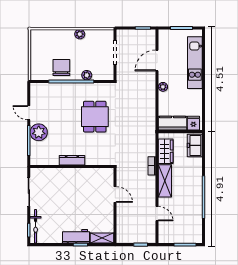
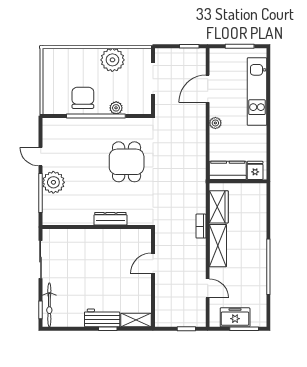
plant: (80, 34) -> (112, 60), width x1.88, depth x1.88
freezer: (195, 145) -> (235, 317), moved, turned 90
dresser: (72, 160) -> (110, 219), moved
door: (115, 195) -> (153, 263), swing flipped

